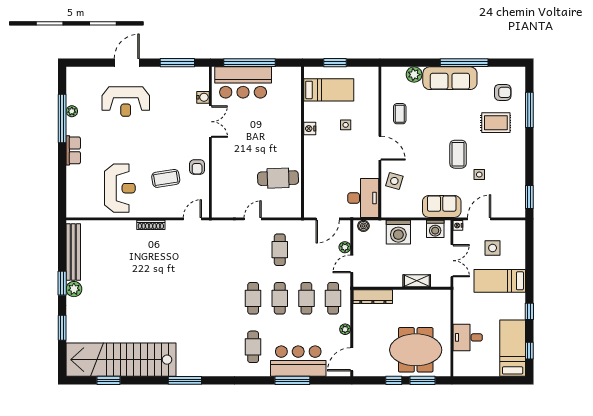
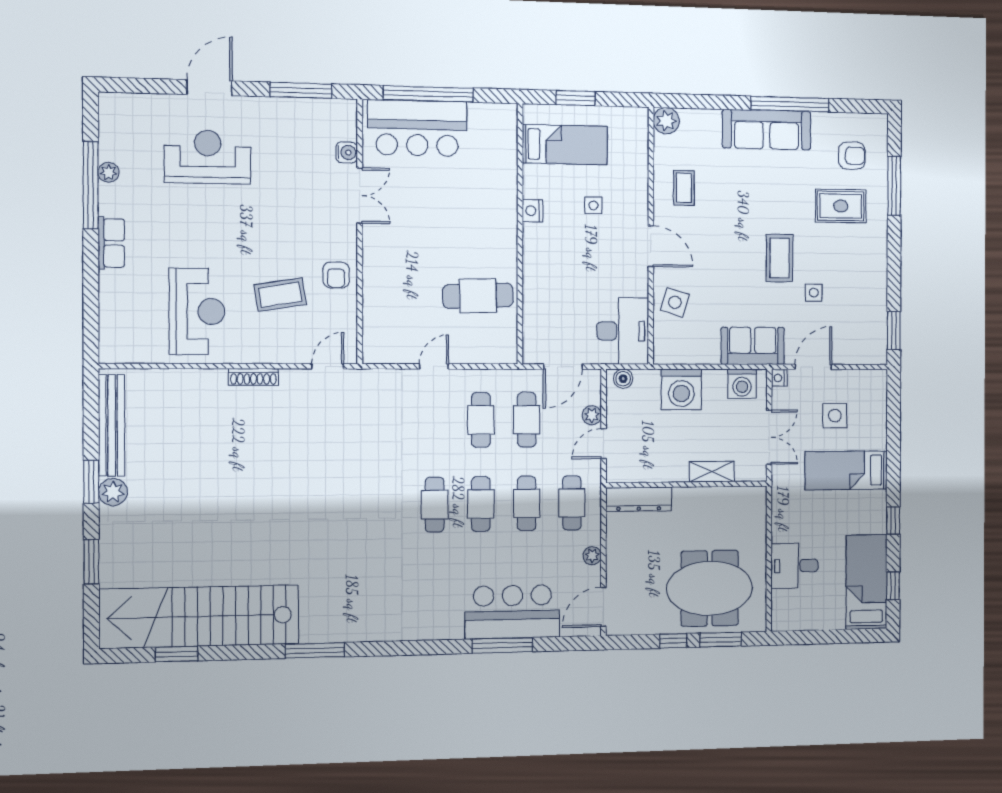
plant: (414, 75) -> (666, 121), moved
reception desk: (126, 102) -> (208, 157), turned 180
cafe table: (253, 347) -> (527, 420), moved

